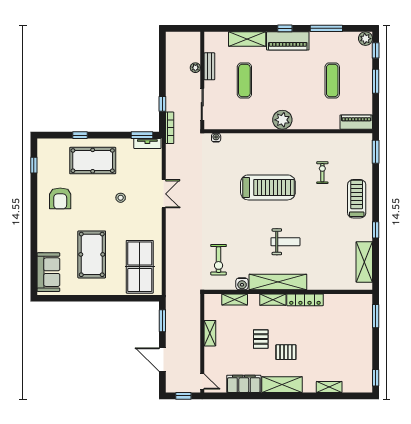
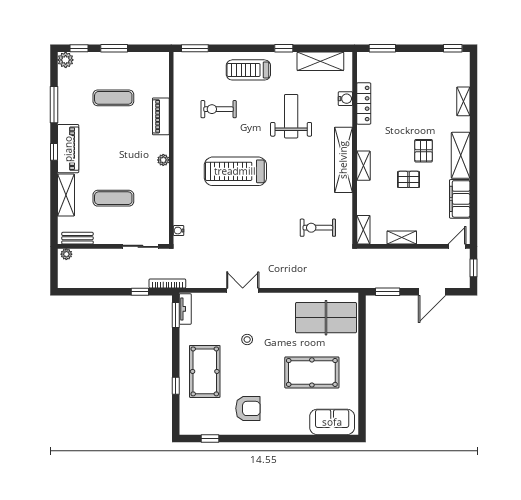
bench: (209, 66) -> (77, 238), moved
plant: (195, 68) -> (66, 254), moved
plant: (282, 120) -> (163, 160), width x0.53, depth x0.53
piano: (356, 122) -> (161, 116), moved
exercise bike: (322, 173) -> (219, 109), width x1.38, depth x1.39
treadmill: (268, 187) -> (235, 171), turned -90
weight bench: (285, 242) -> (291, 116), moved, width x1.36, depth x1.33
exercise bike: (219, 260) -> (318, 228), turned 180
water cooler: (242, 284) -> (345, 99), moved
shelving: (235, 299) -> (363, 230), moved
locker: (305, 300) -> (364, 103), moved

